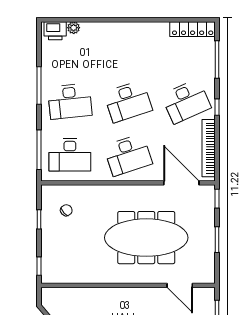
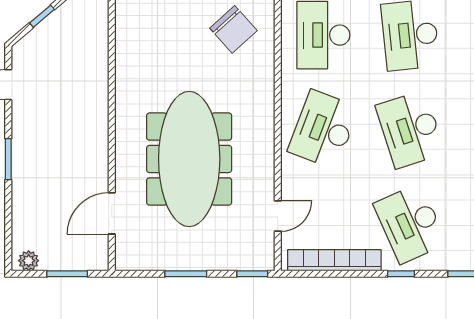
desk: (128, 155) -> (323, 129), turned 39
door: (181, 183) -> (278, 216), width x0.53
chair: (66, 210) -> (233, 29), width x1.87, depth x1.87

